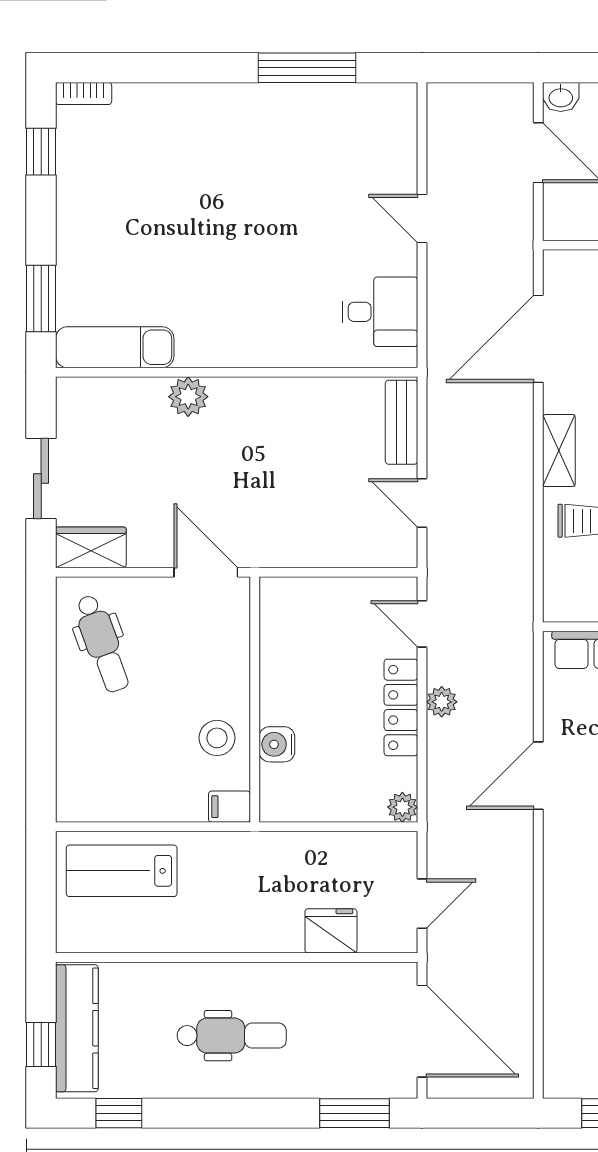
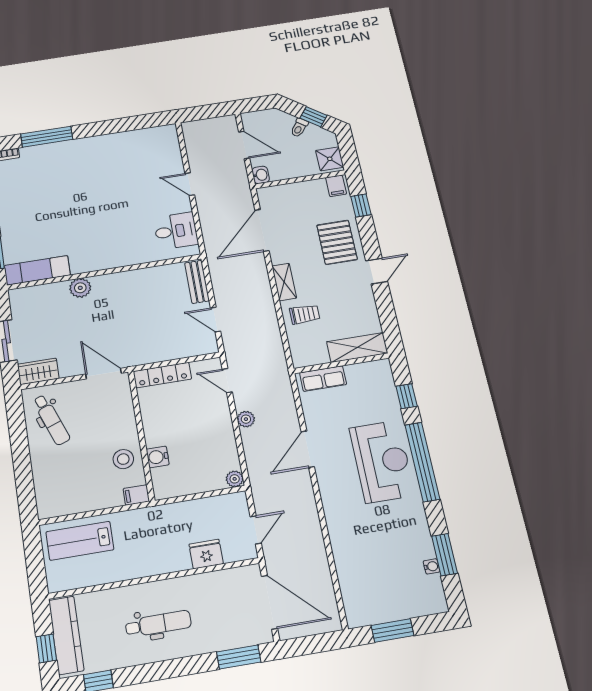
window: (307, 68) -> (47, 137), moved
washbasin: (561, 97) -> (261, 175), moved, turned -90
locker: (401, 707) -> (162, 375), moved, turned -90

